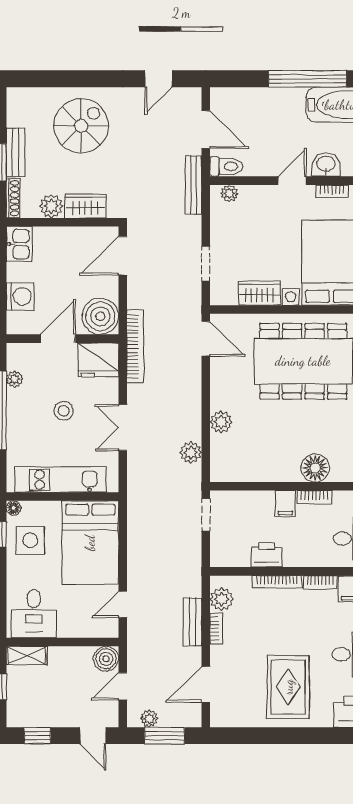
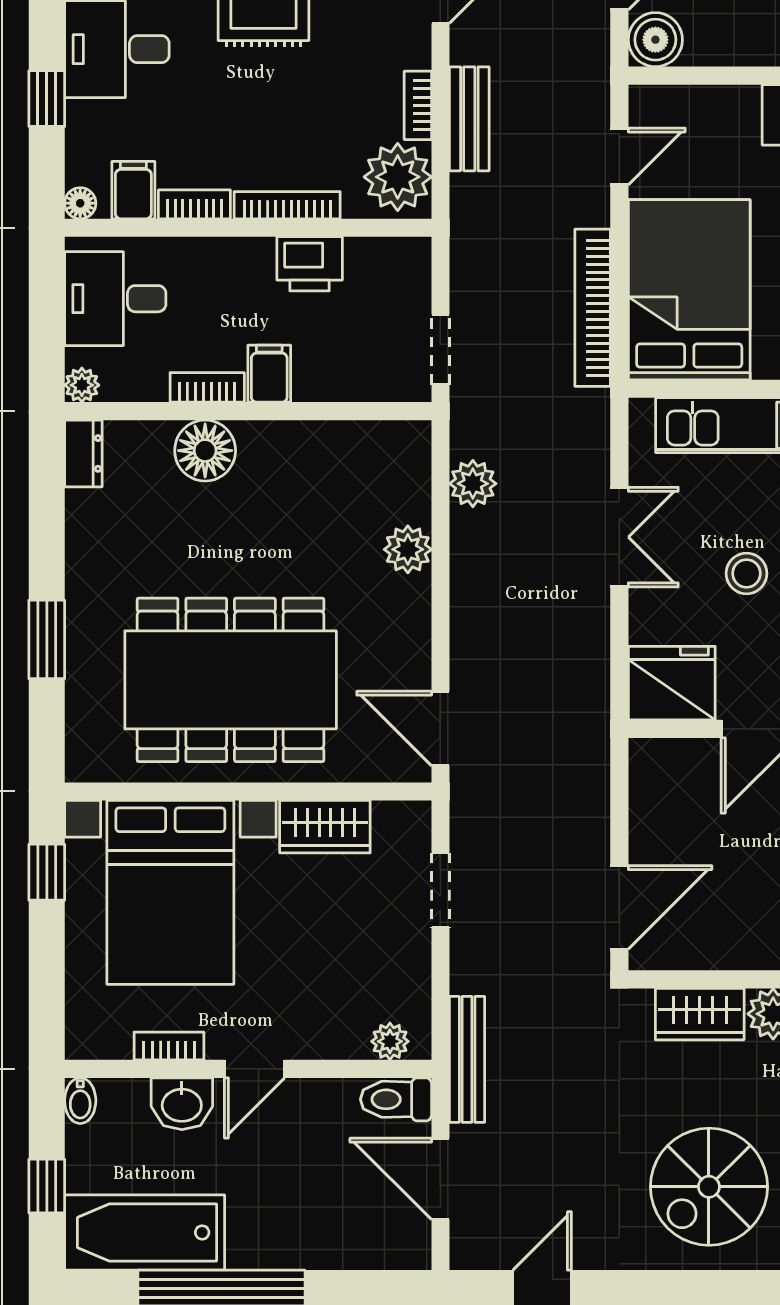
boiler: (100, 316) -> (667, 777), removed
bookcase: (135, 346) -> (593, 308), moved
plant: (222, 599) -> (398, 177), width x1.36, depth x1.36

